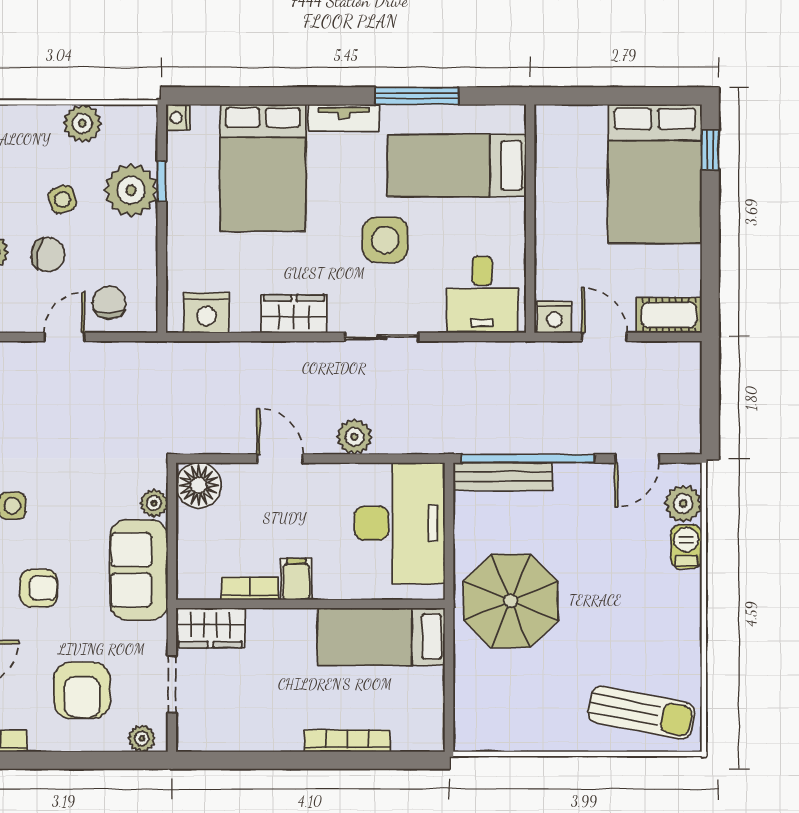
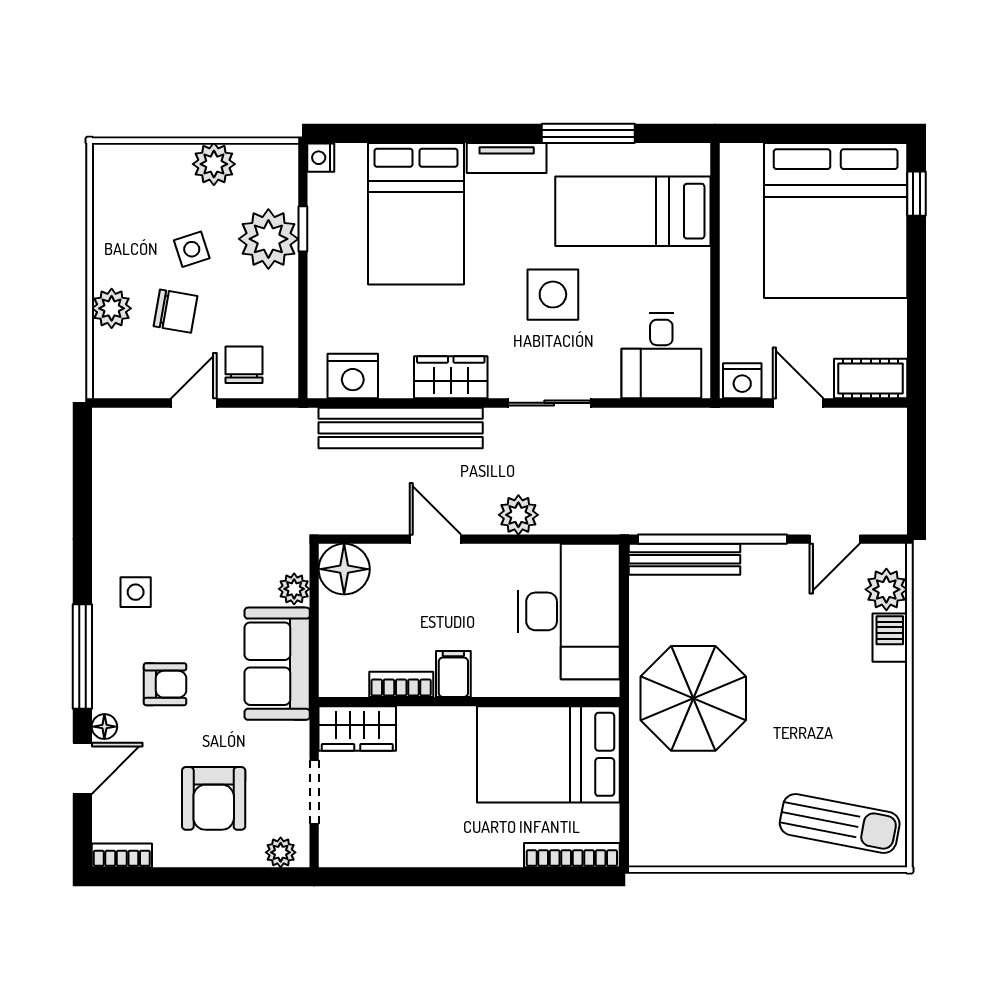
bed: (655, 174) -> (836, 221), width x1.36
bench: (249, 359) -> (401, 428), added
bed: (381, 637) -> (548, 754), width x1.50
bookcase: (347, 741) -> (572, 855), moved

